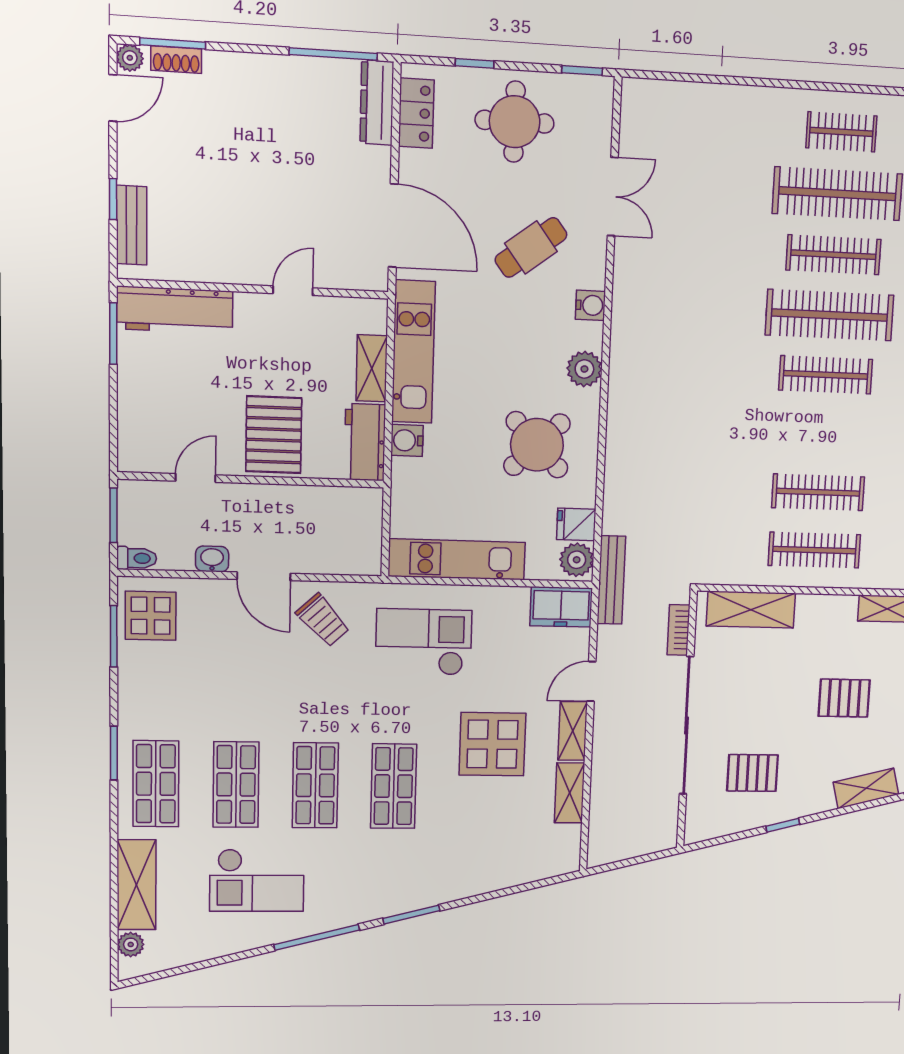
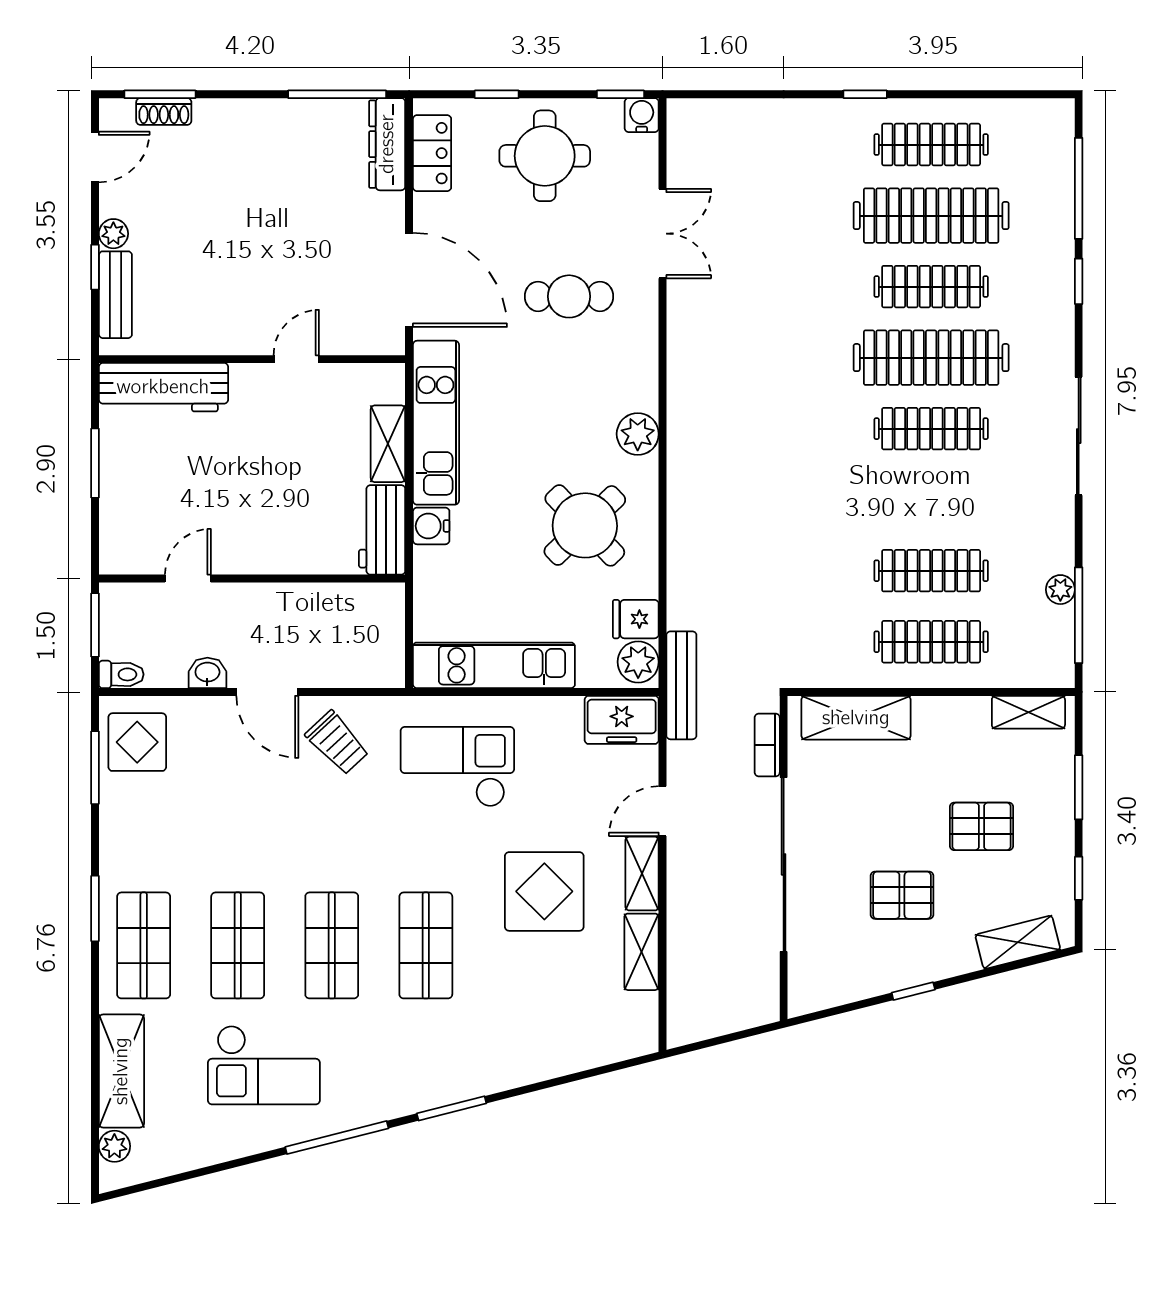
plant: (130, 58) -> (113, 234), moved
window: (790, 84) -> (865, 94), added
clothes rail: (841, 132) -> (931, 145), width x1.36
cafe table: (531, 247) -> (569, 296), turned 37
water cooler: (590, 305) -> (642, 115), moved, turned -90
window: (113, 334) -> (95, 463), moved
pallet: (274, 435) -> (277, 525), removed
pallet: (752, 773) -> (902, 895), moved

